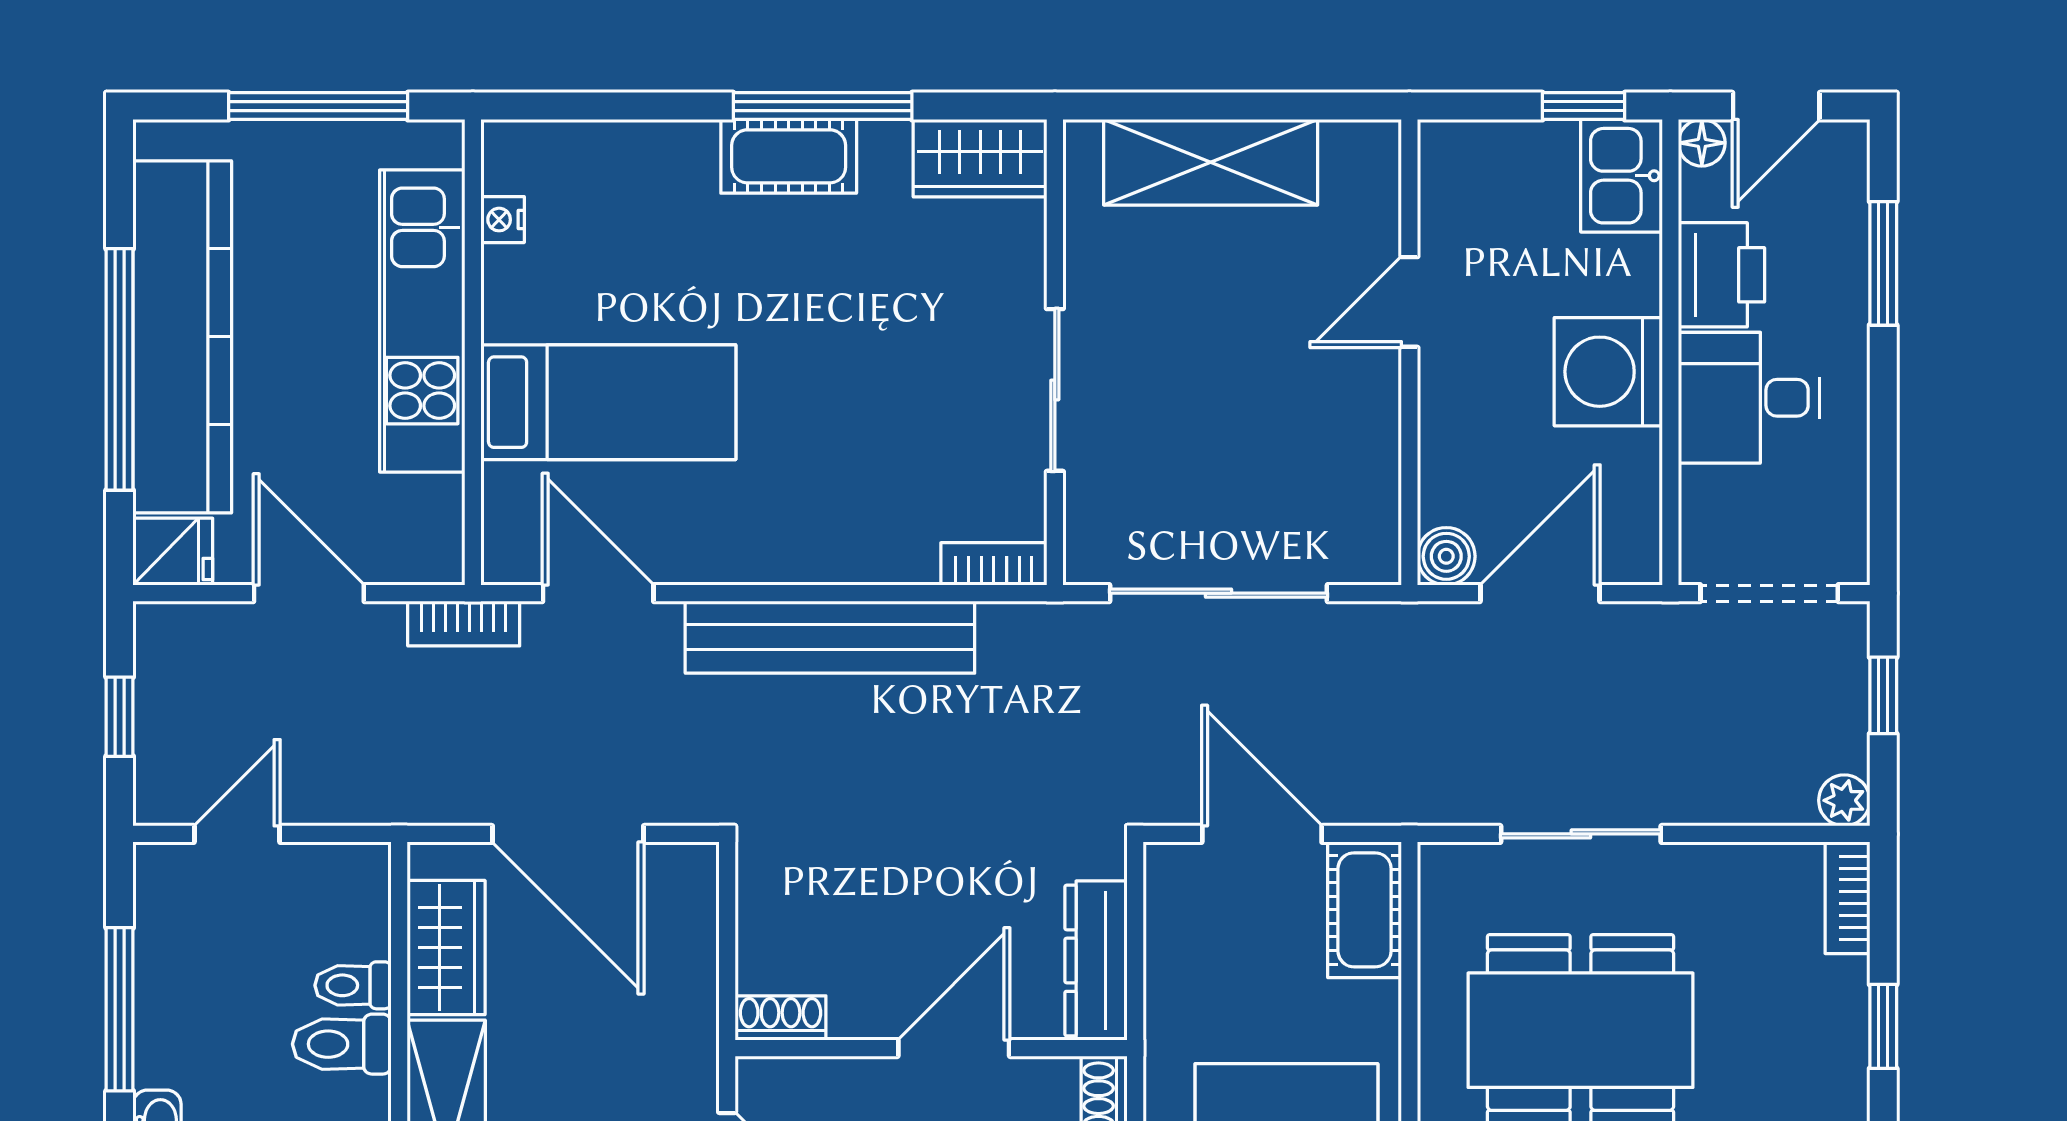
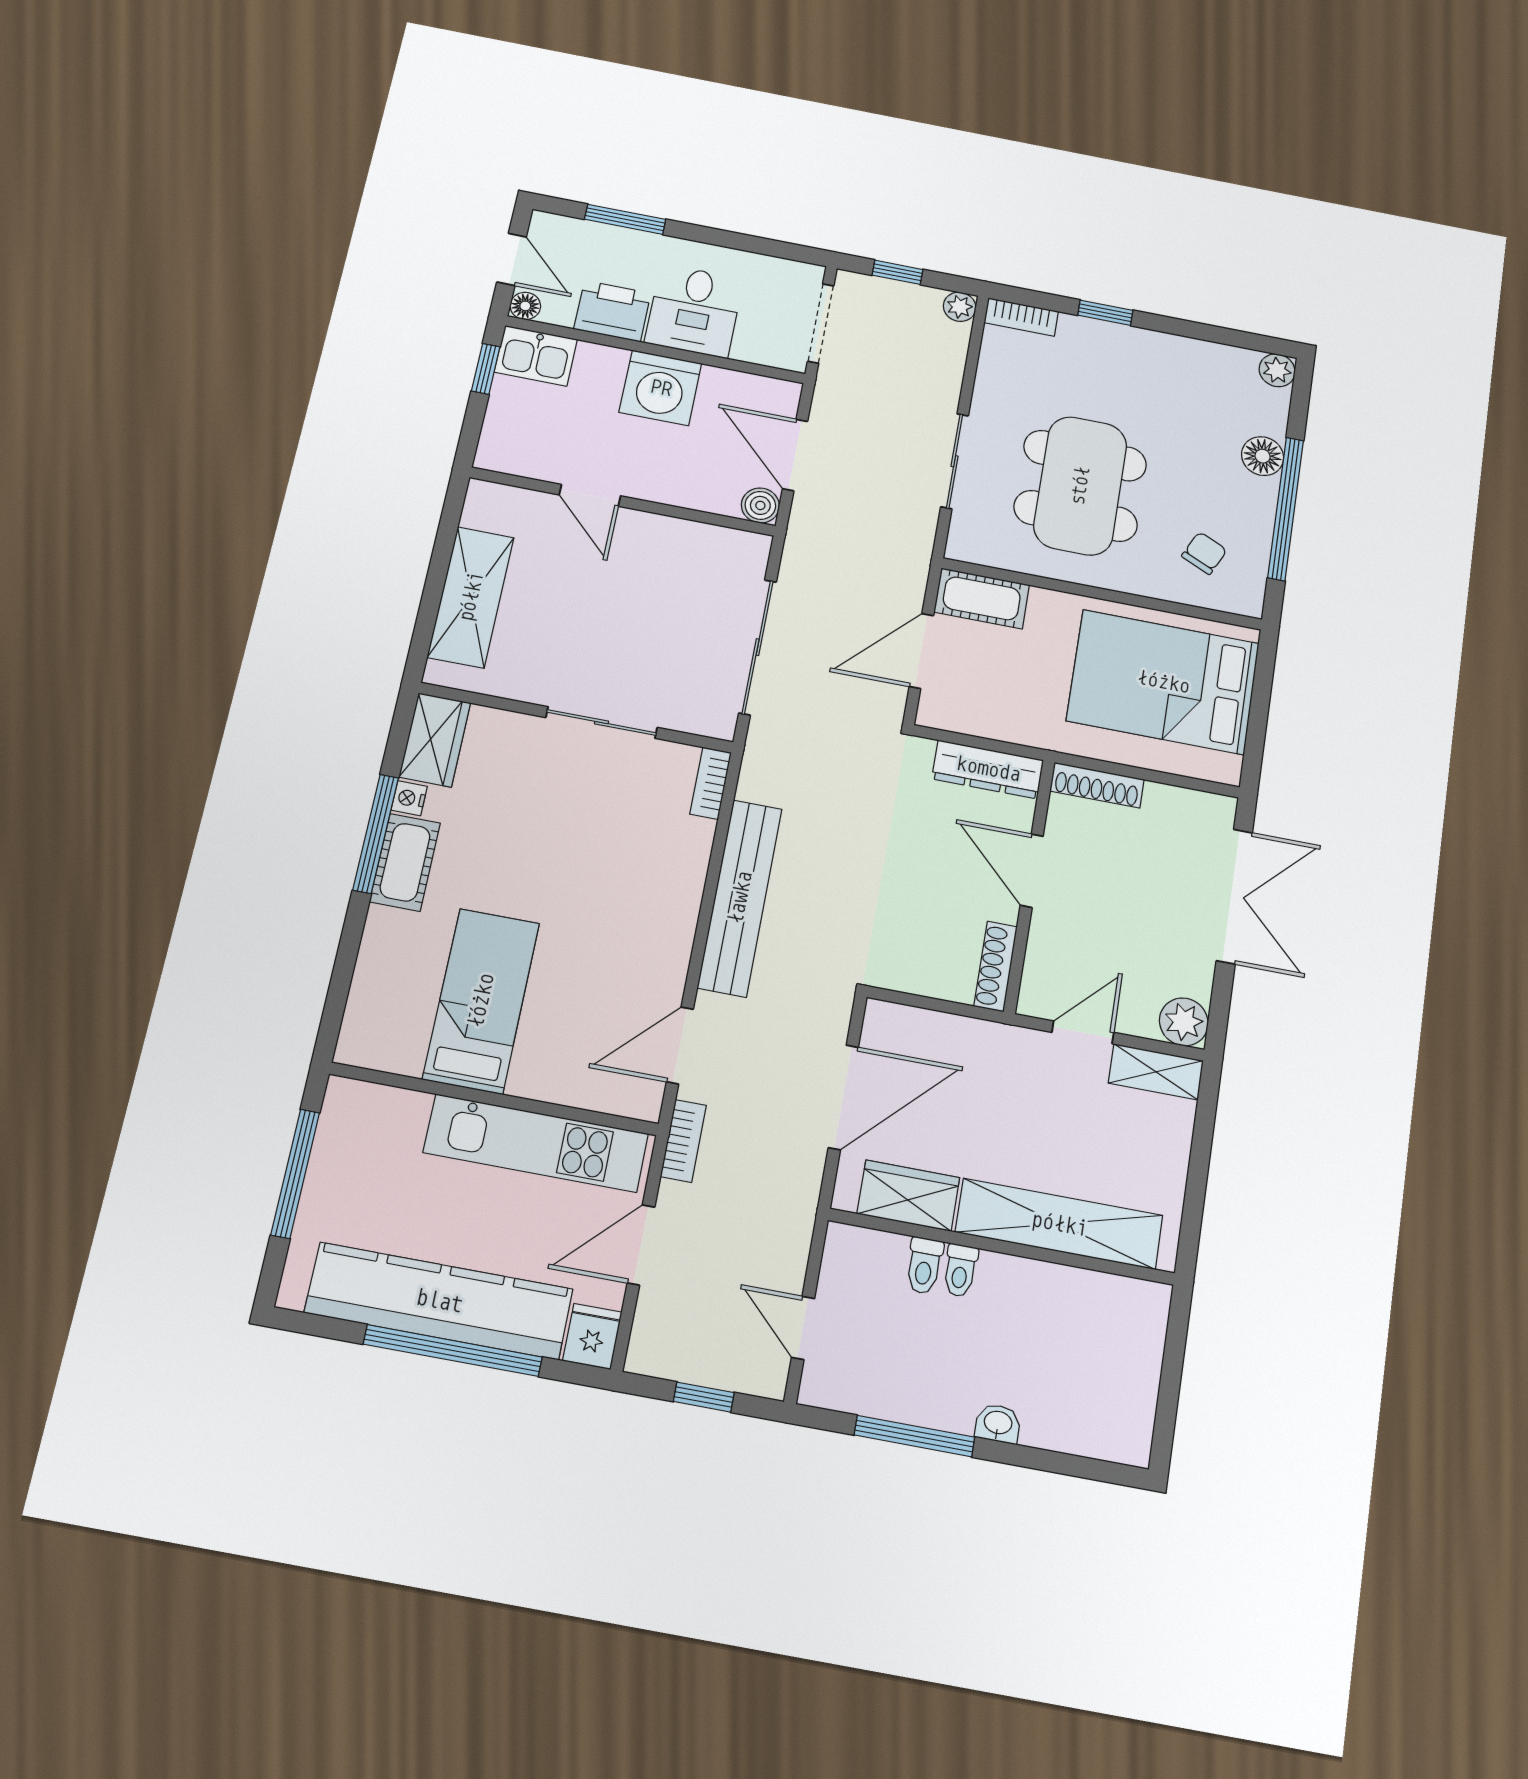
nightstand: (503, 220) -> (409, 798), moved, turned 90
kitchen unit: (422, 321) -> (536, 1143), moved
bed: (608, 402) -> (481, 1001), moved
shoe rack: (781, 1018) -> (996, 966), width x1.43
toilet: (342, 1044) -> (960, 1270), width x0.73, depth x0.72

